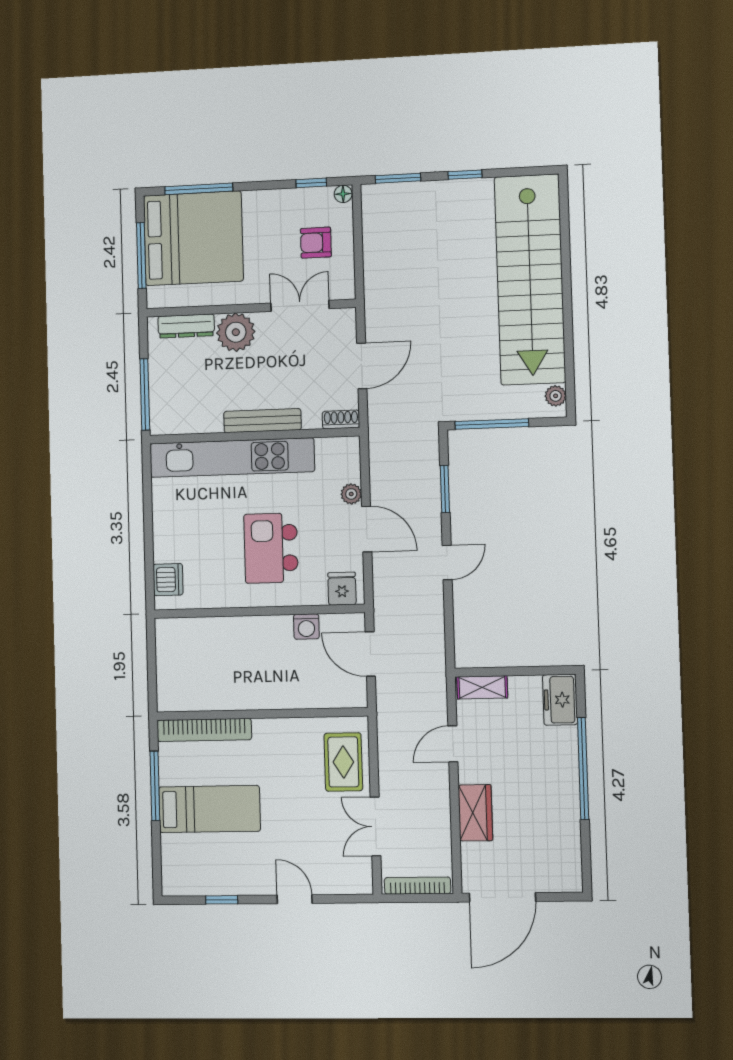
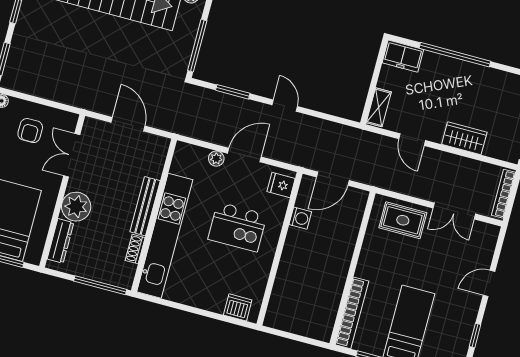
shoe rack: (341, 420) -> (135, 249), moved

